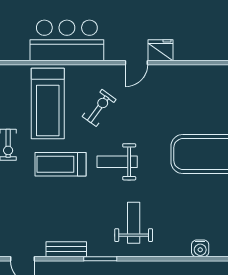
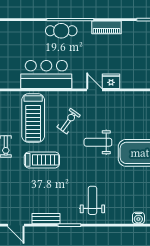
door: (136, 63) -> (94, 90), swing flipped
weight bench: (117, 162) -> (98, 142), moved
treadmill: (60, 164) -> (42, 160), turned 180

